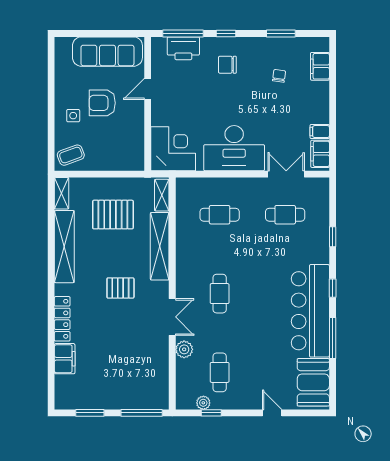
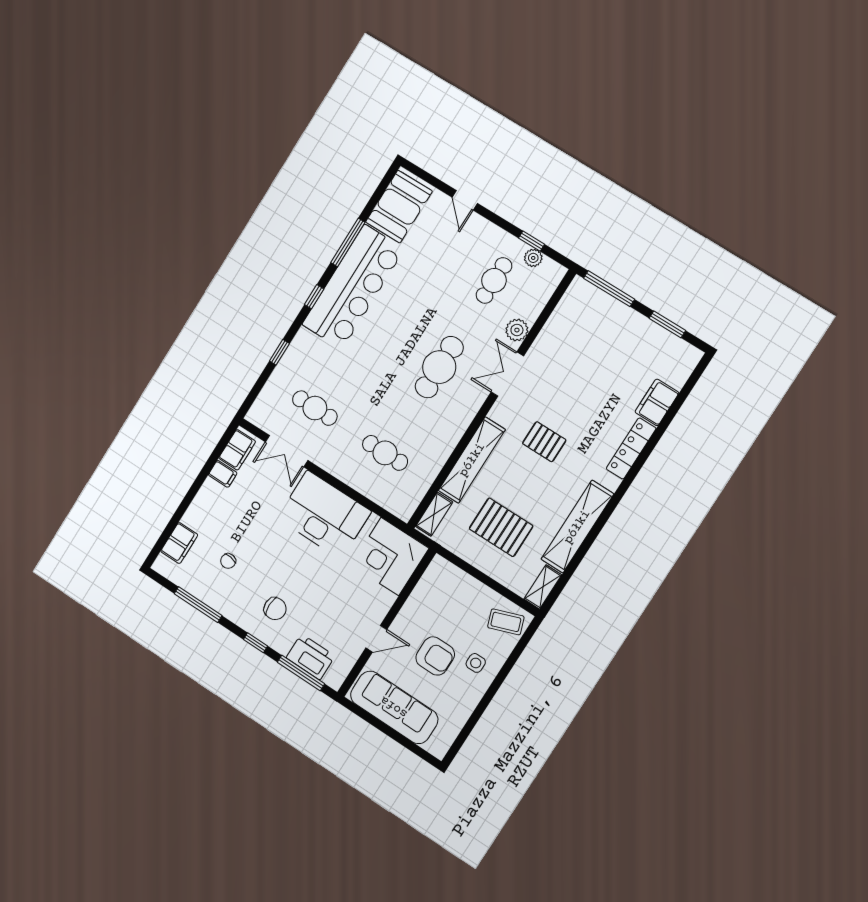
window: (281, 33) -> (198, 605), width x1.44
cafe table: (220, 294) -> (439, 367), width x1.37, depth x1.35

